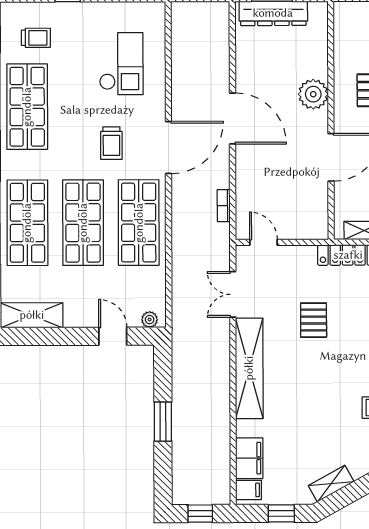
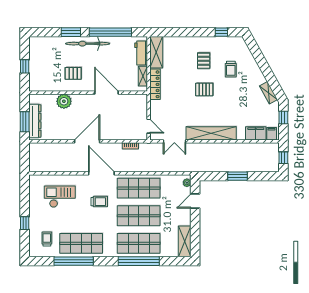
plant: (313, 94) -> (64, 101), moved
door: (263, 242) -> (149, 126), swing flipped
pallet: (314, 320) -> (204, 90), moved

